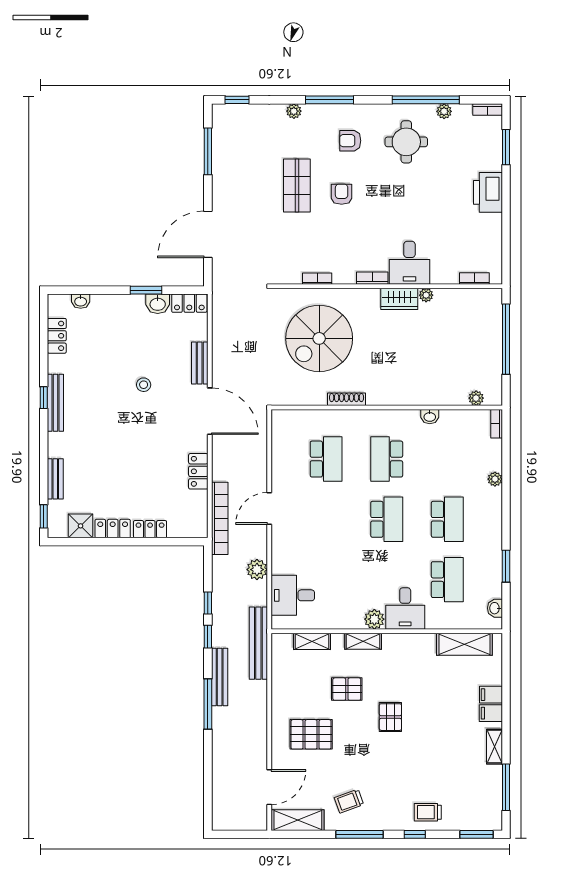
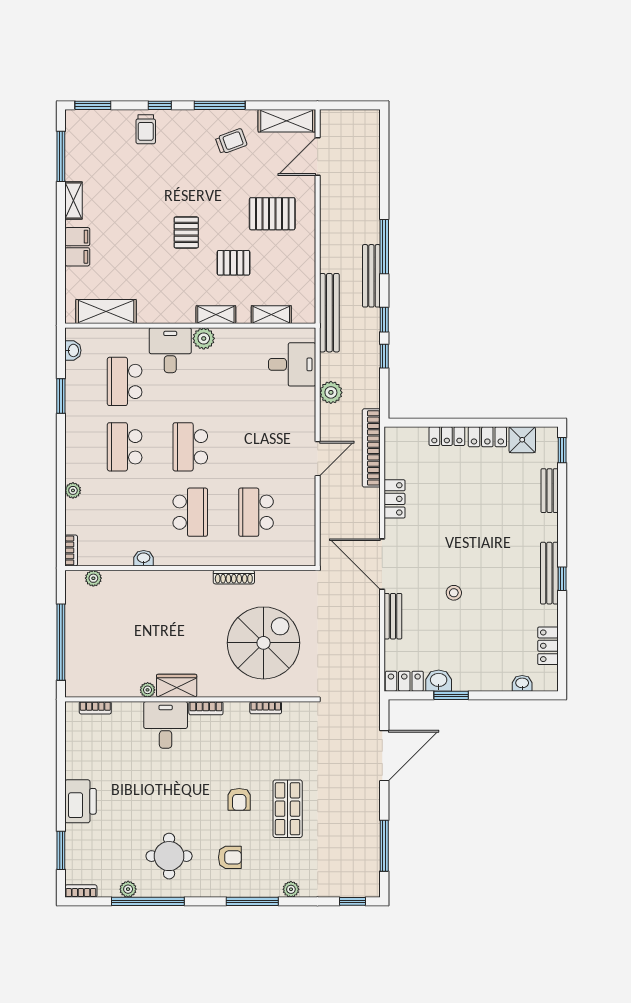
trolley: (428, 812) -> (146, 129), turned 90

